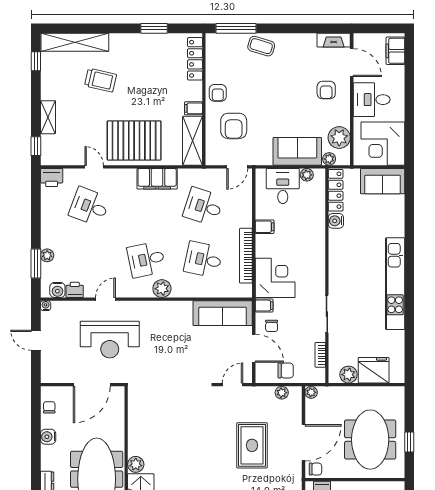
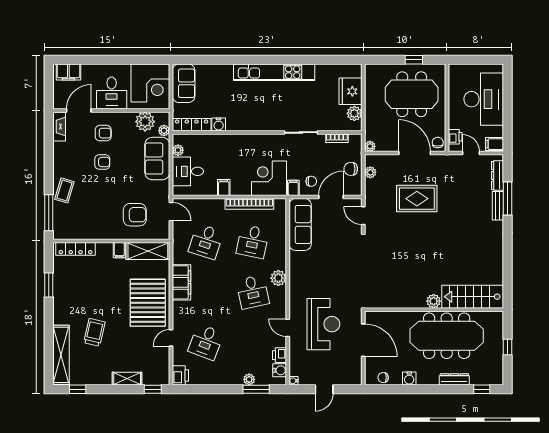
armchair: (218, 93) -> (102, 162), moved
chair: (286, 371) -> (351, 169), turned -90

